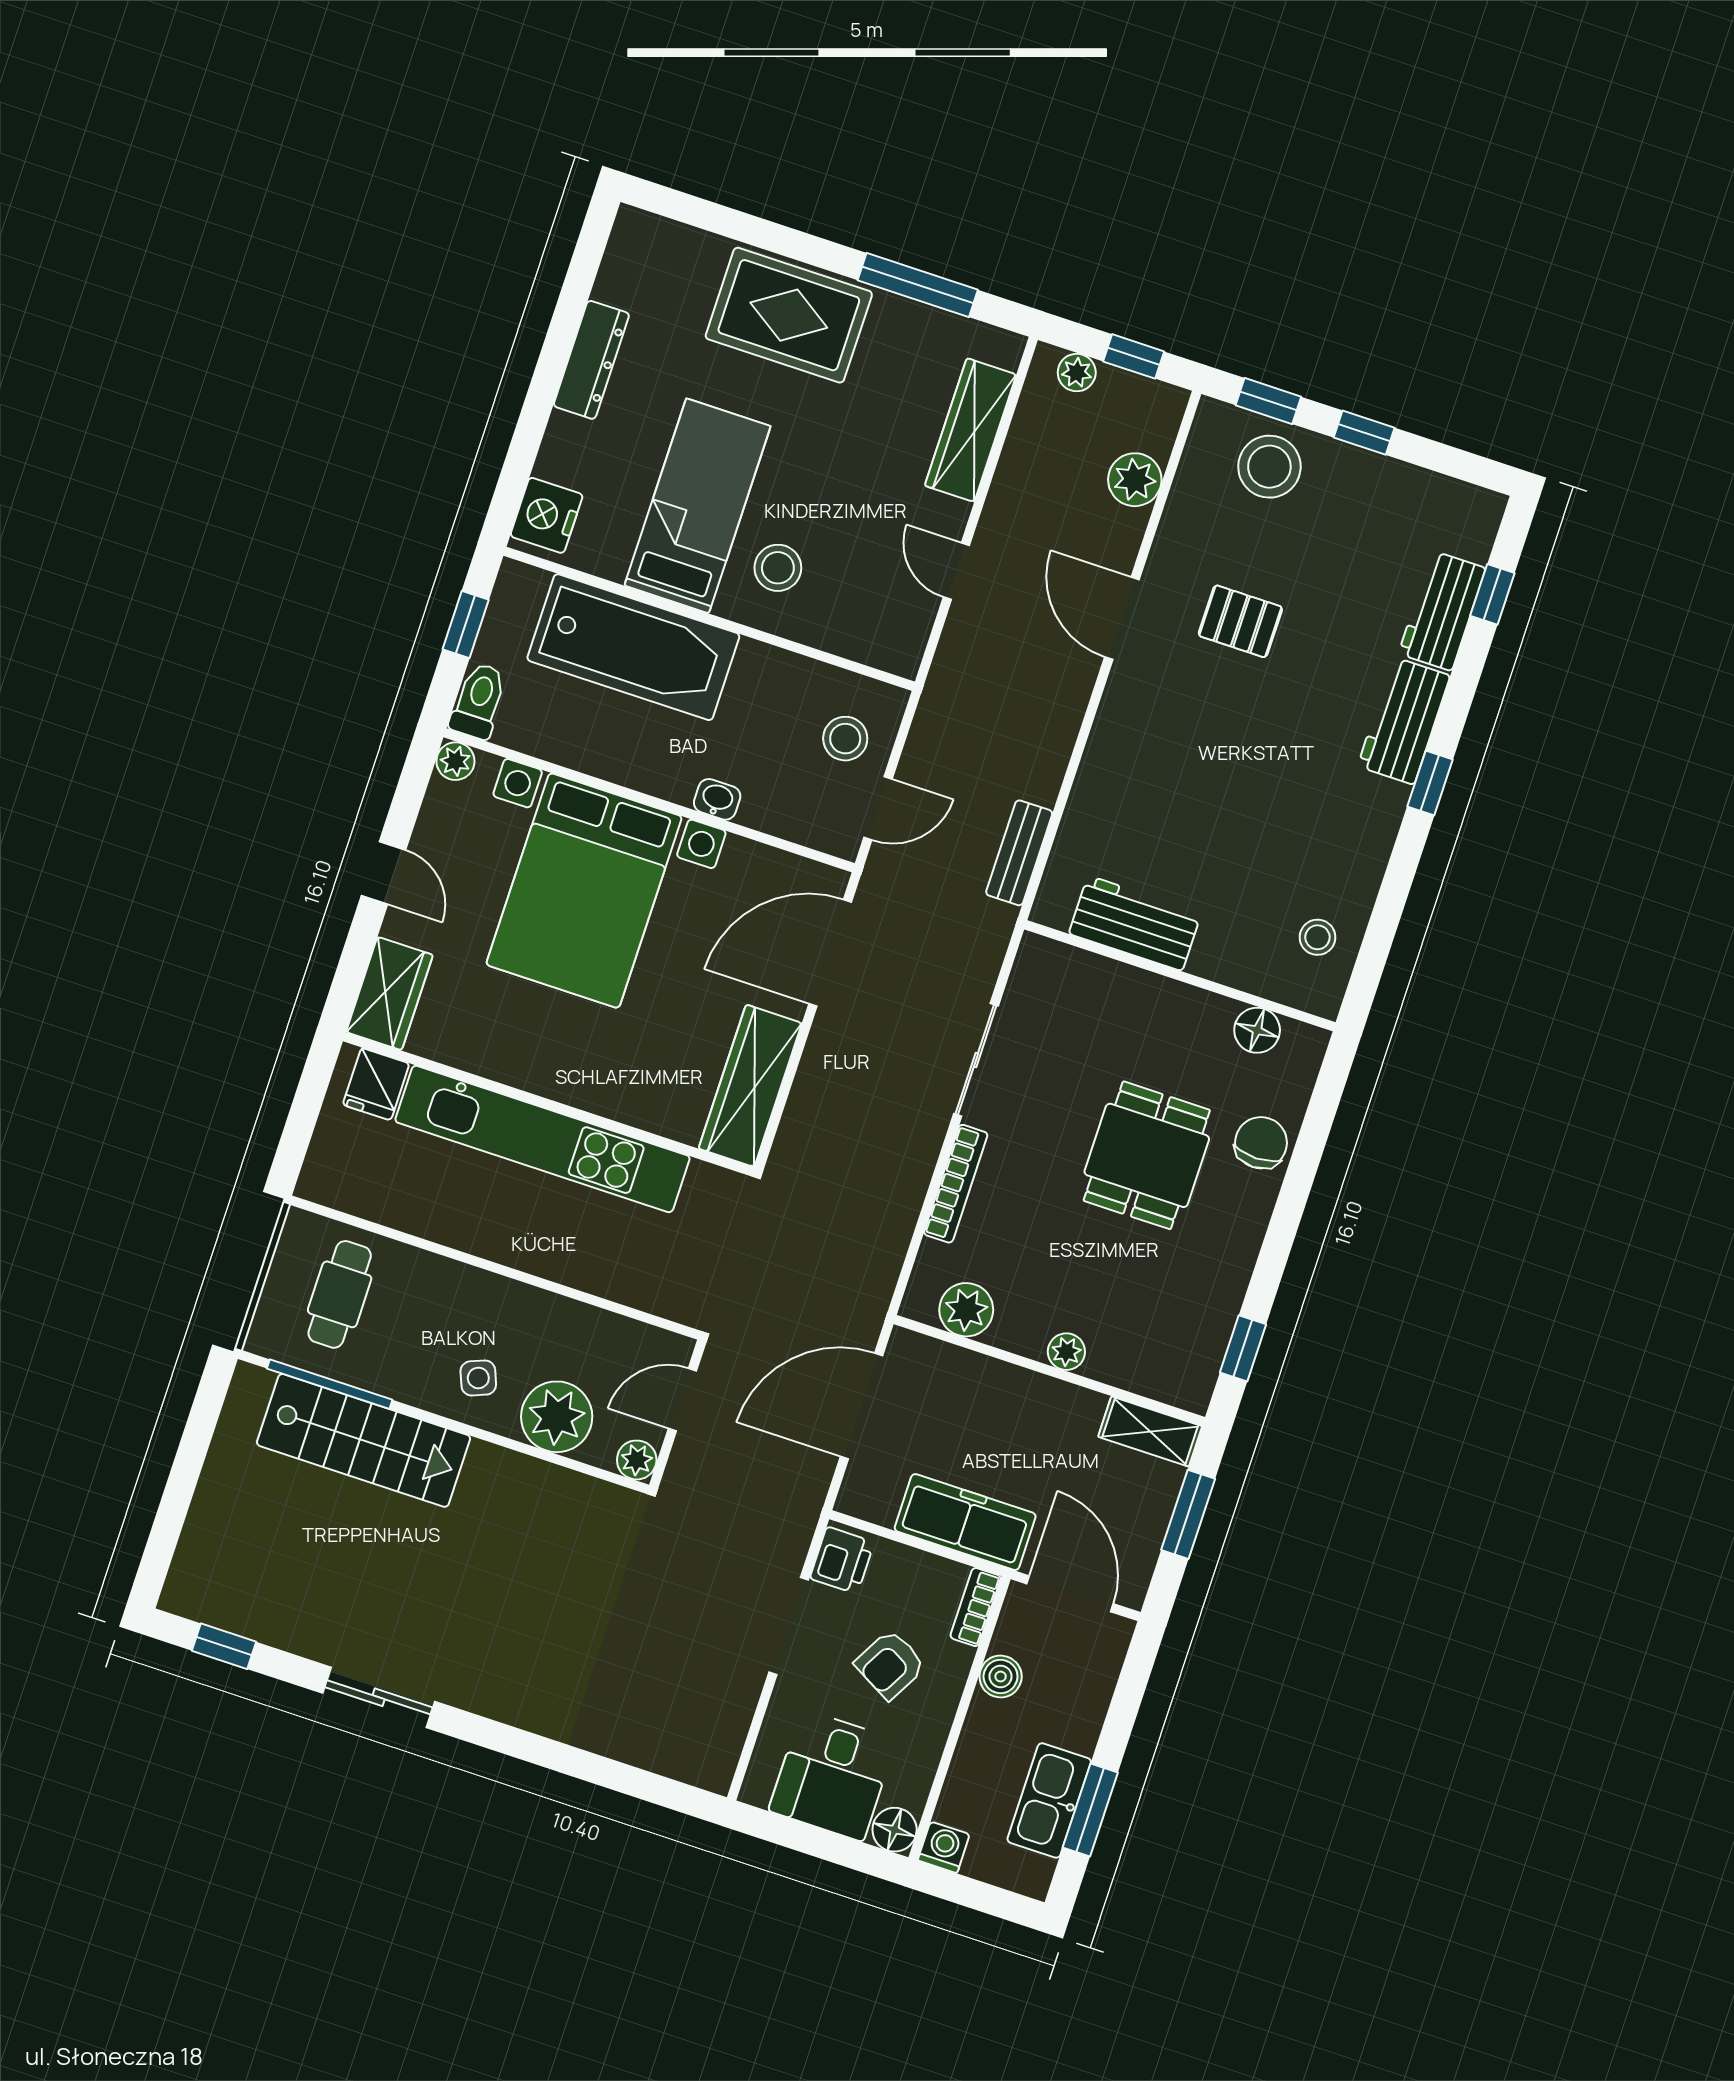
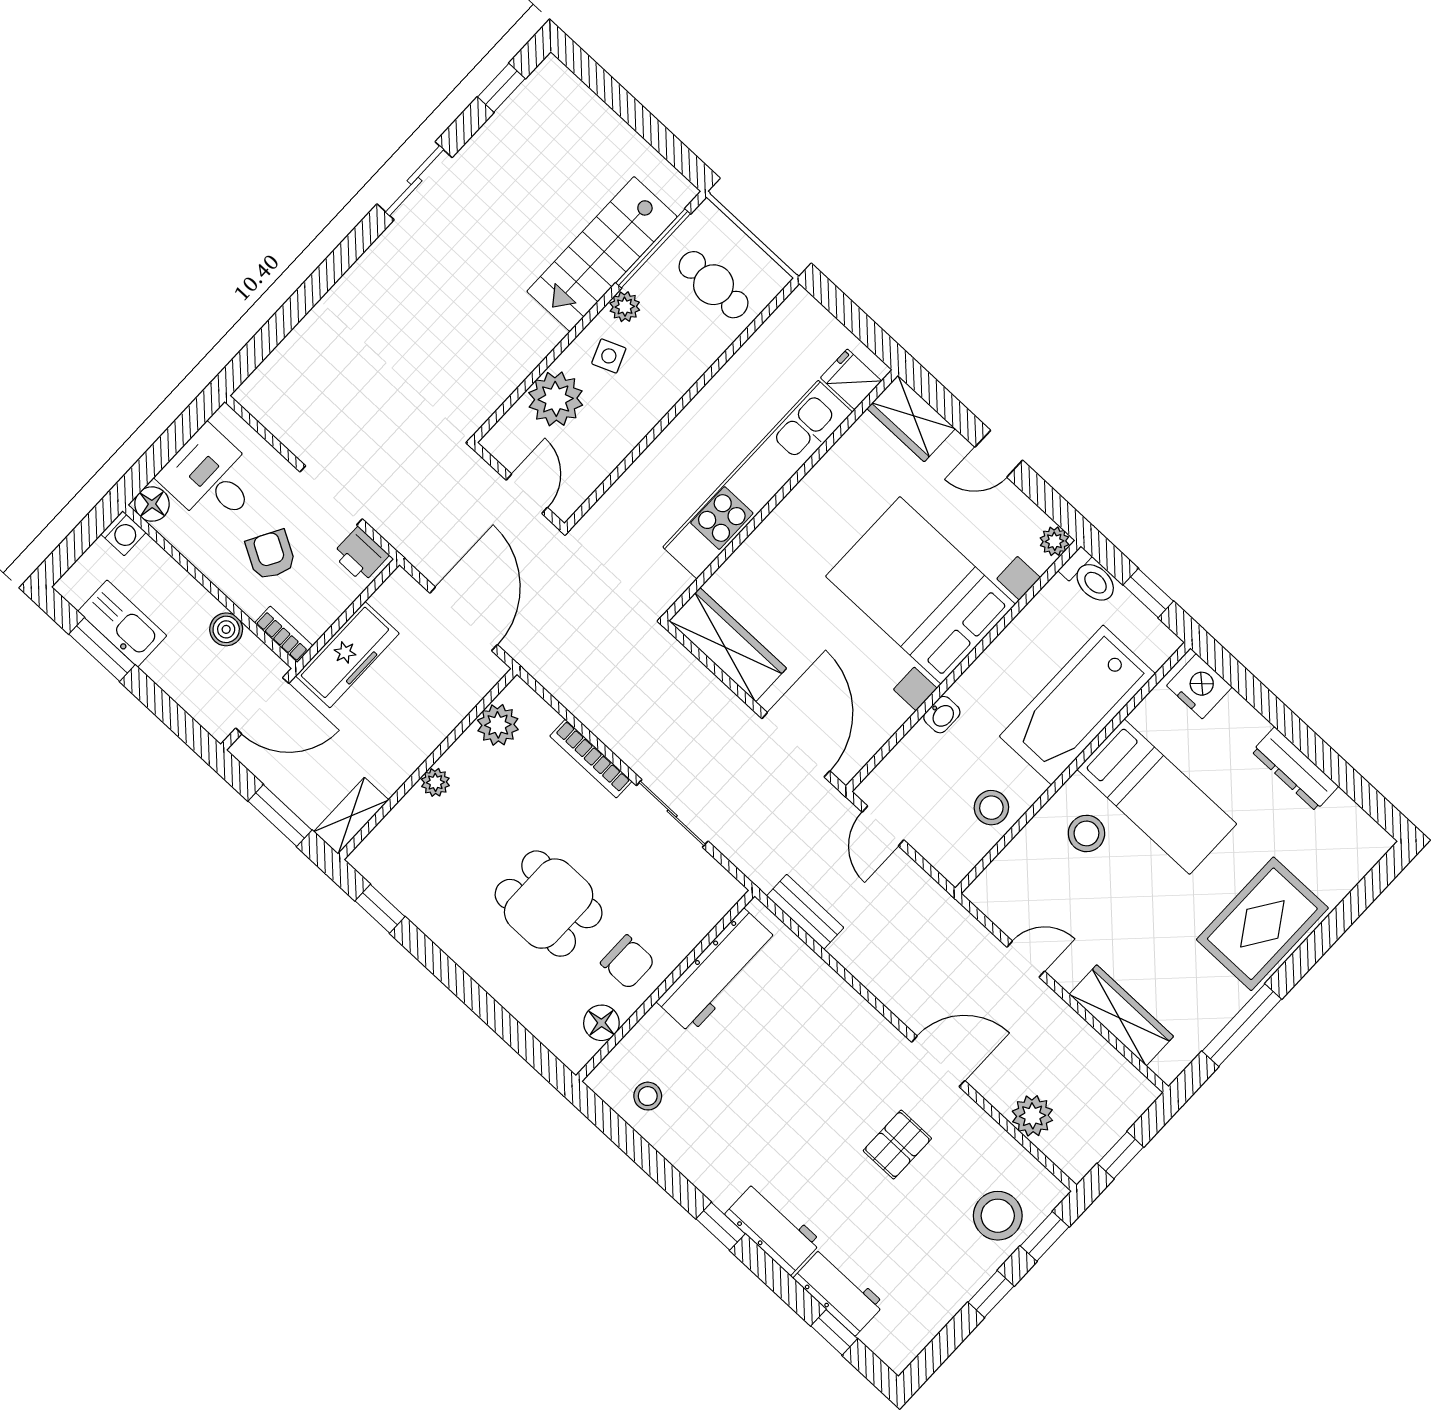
plant: (1077, 373) -> (1128, 1110), removed
stool: (845, 739) -> (991, 808), moved
workbench: (1135, 923) -> (717, 971), width x1.38
chair: (1261, 1143) -> (628, 962), moved
plant: (637, 1460) -> (625, 307), moved

